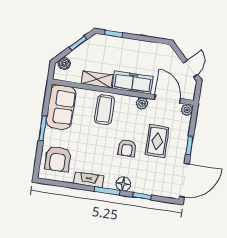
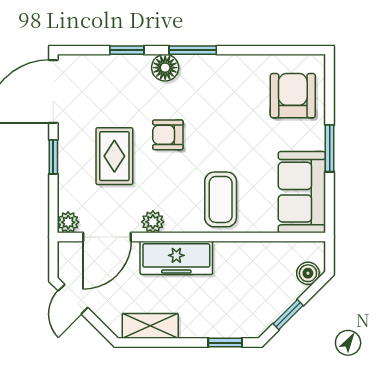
shelving: (97, 79) -> (150, 326), moved
door: (167, 99) -> (107, 237), hinge flipped
armchair: (127, 148) -> (168, 135), turned -90
fireplace: (89, 180) -> (230, 66), removed

